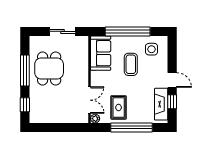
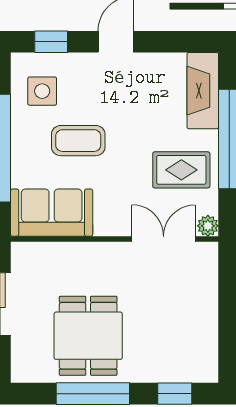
dining table: (49, 68) -> (88, 336), turned 90
window: (172, 102) -> (51, 42), moved
fireplace: (161, 104) -> (203, 91), moved, turned 90

